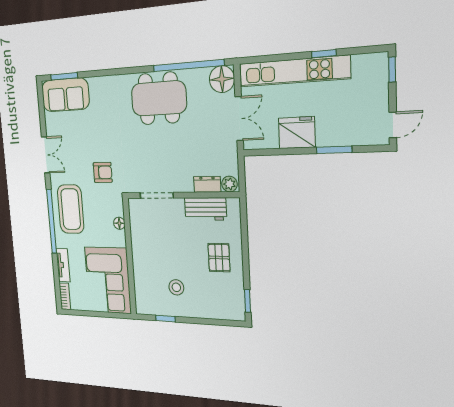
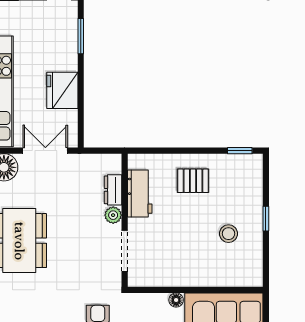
window: (334, 150) -> (81, 36), moved
plant: (229, 184) -> (113, 215), moved
floor lamp: (119, 223) -> (176, 300), moved
window: (165, 319) -> (266, 219), moved

